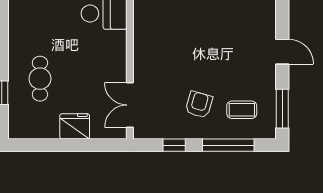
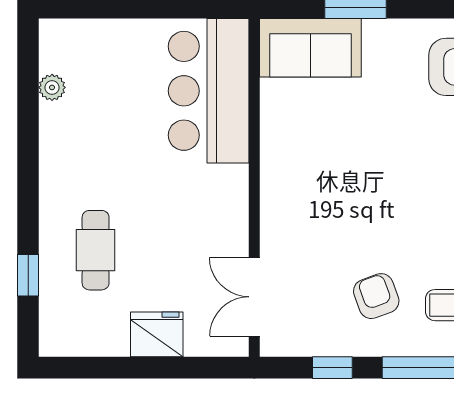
armchair: (199, 105) -> (376, 296), turned -36

